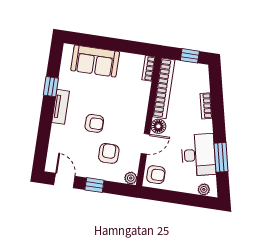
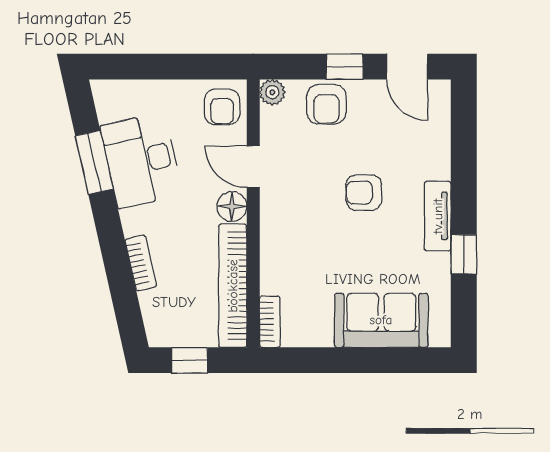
door: (145, 144) -> (253, 167), hinge flipped
armchair: (109, 153) -> (326, 104), moved
armchair: (156, 175) -> (222, 107), turned -90
plant: (204, 189) -> (120, 91), removed

